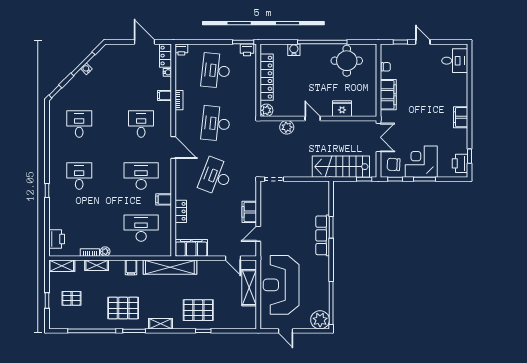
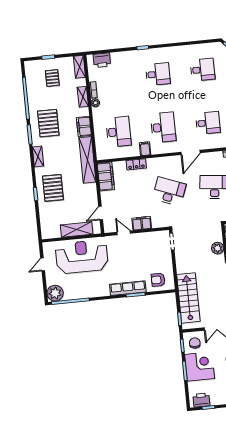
armchair: (316, 200) -> (158, 280), added
filing cabinet: (131, 267) -> (84, 126), width x2.00

